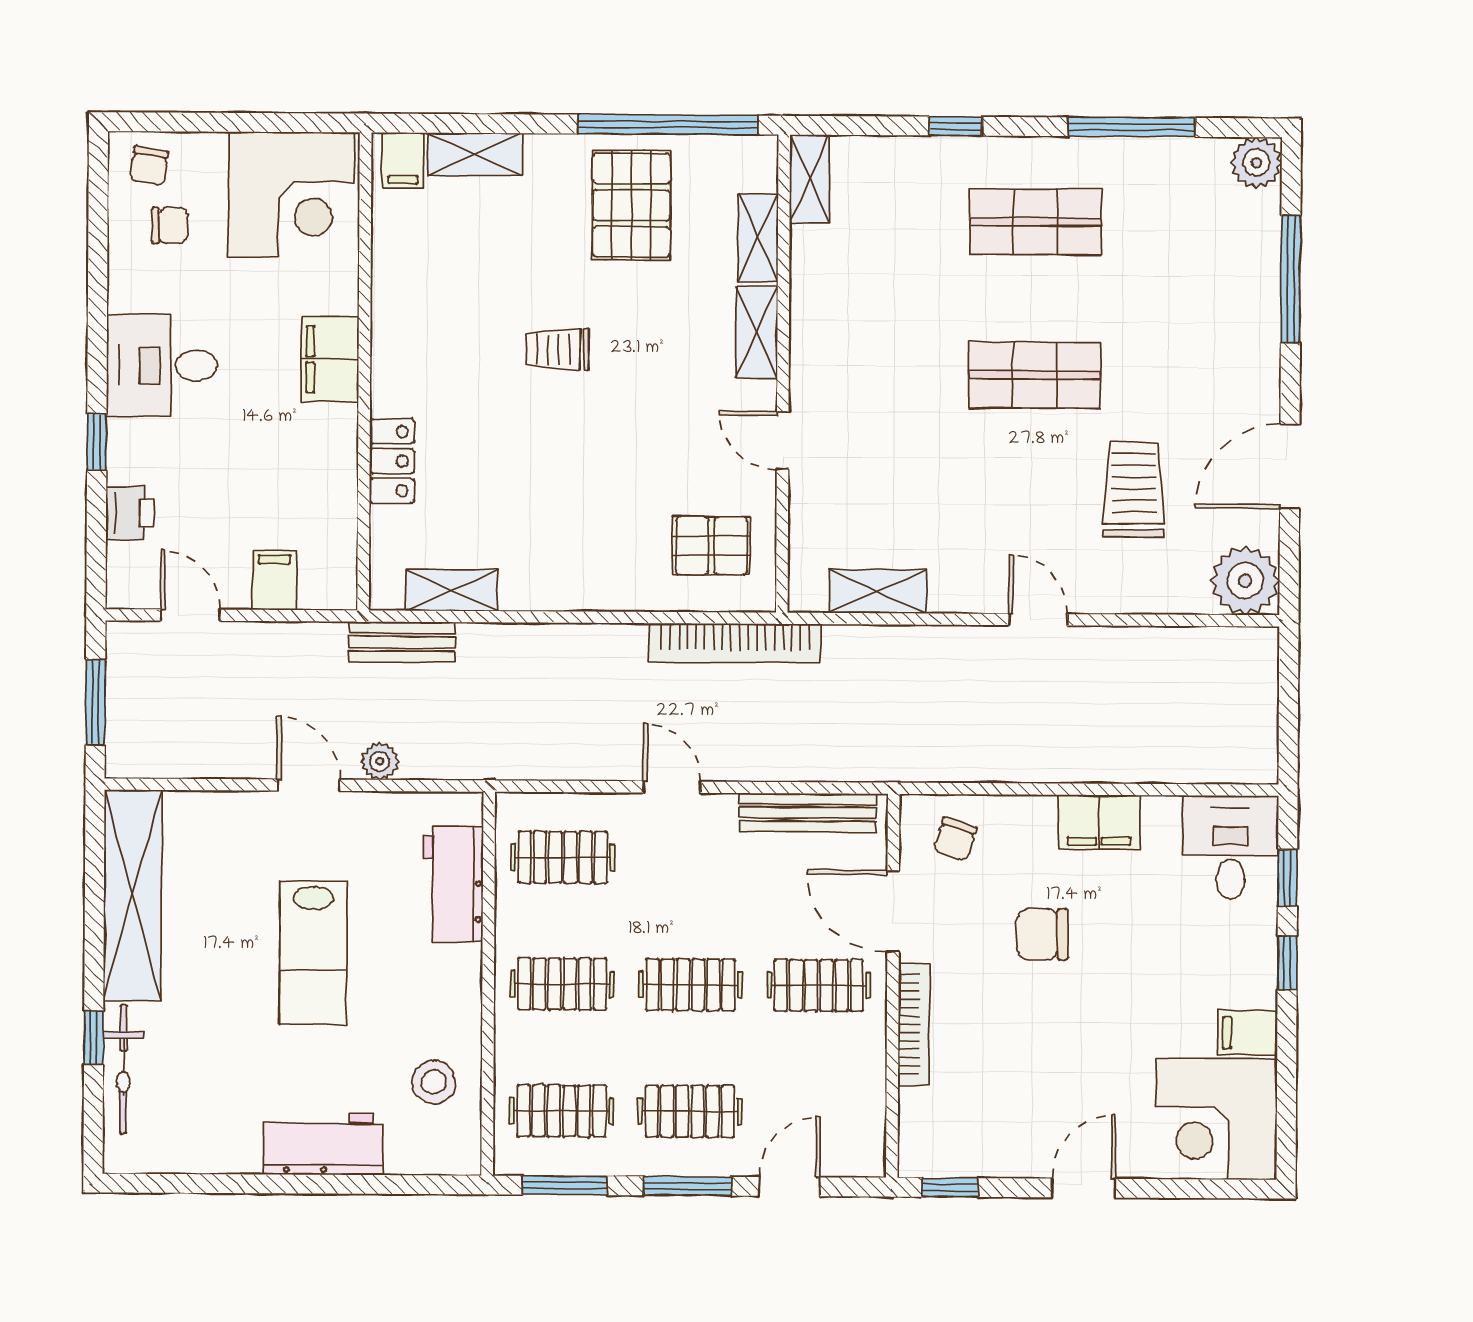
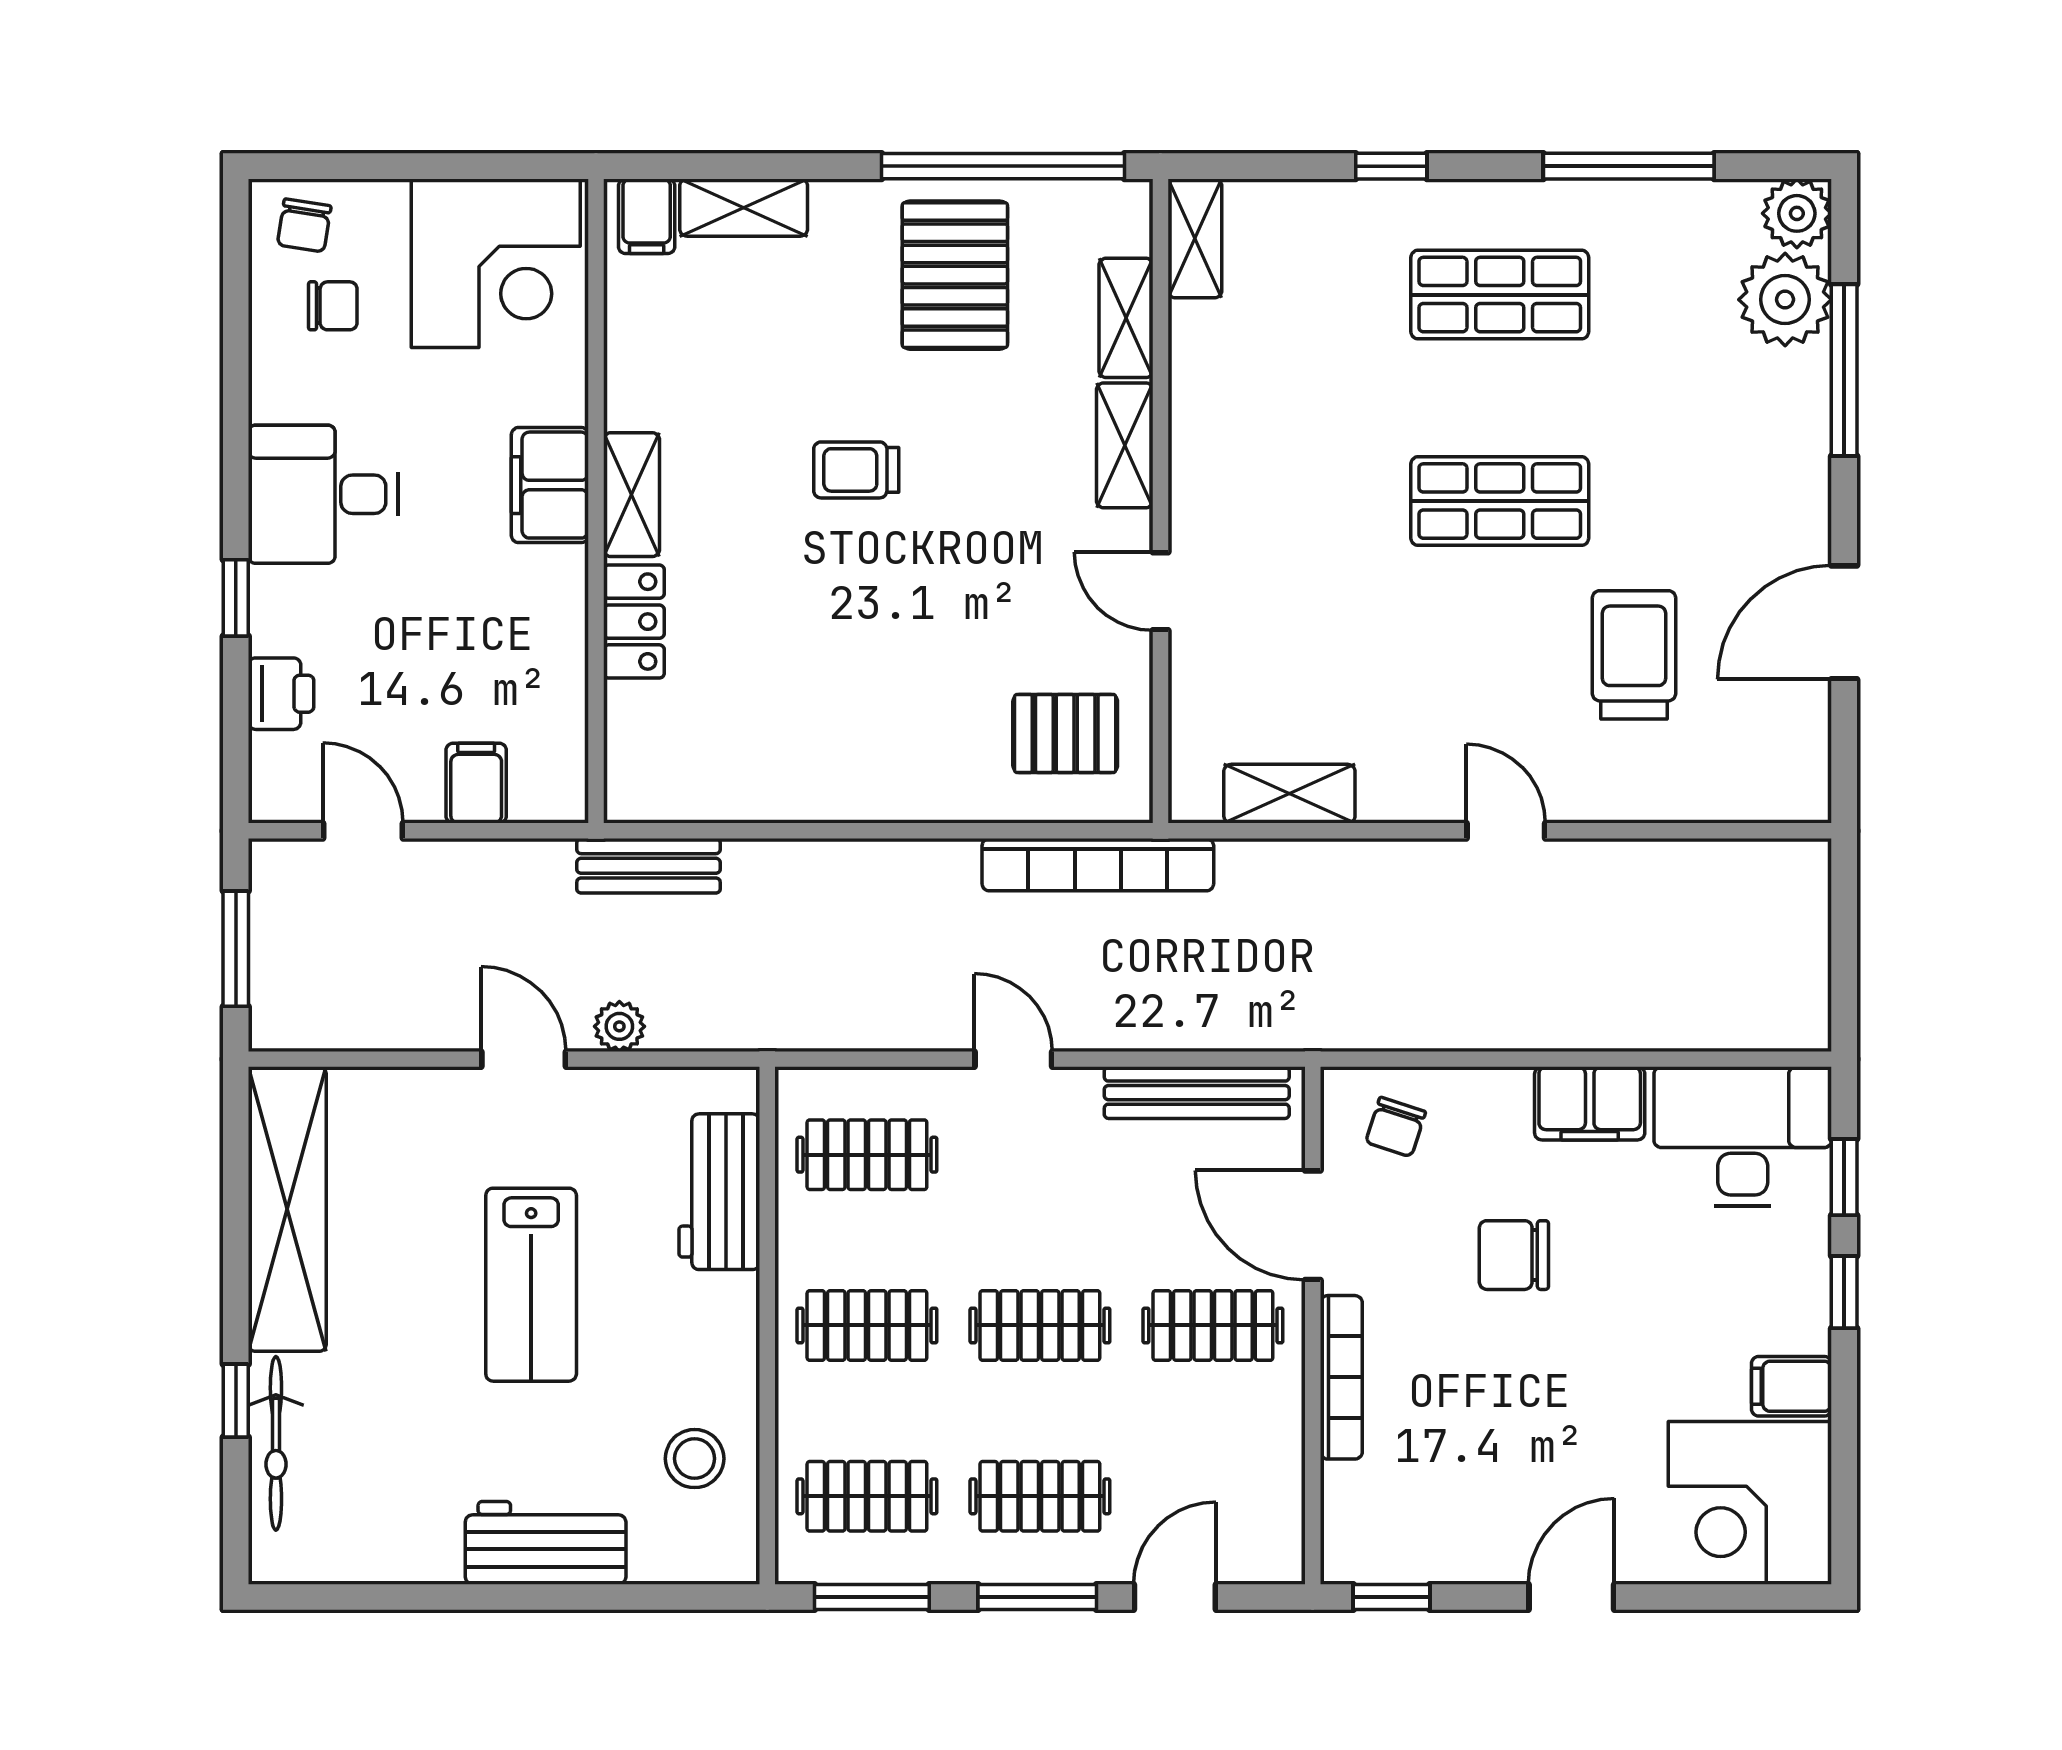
plant: (1245, 581) -> (1785, 300), moved
shelving: (451, 590) -> (632, 495), moved, turned 90
desk: (1230, 847) -> (1743, 1136), width x1.37

